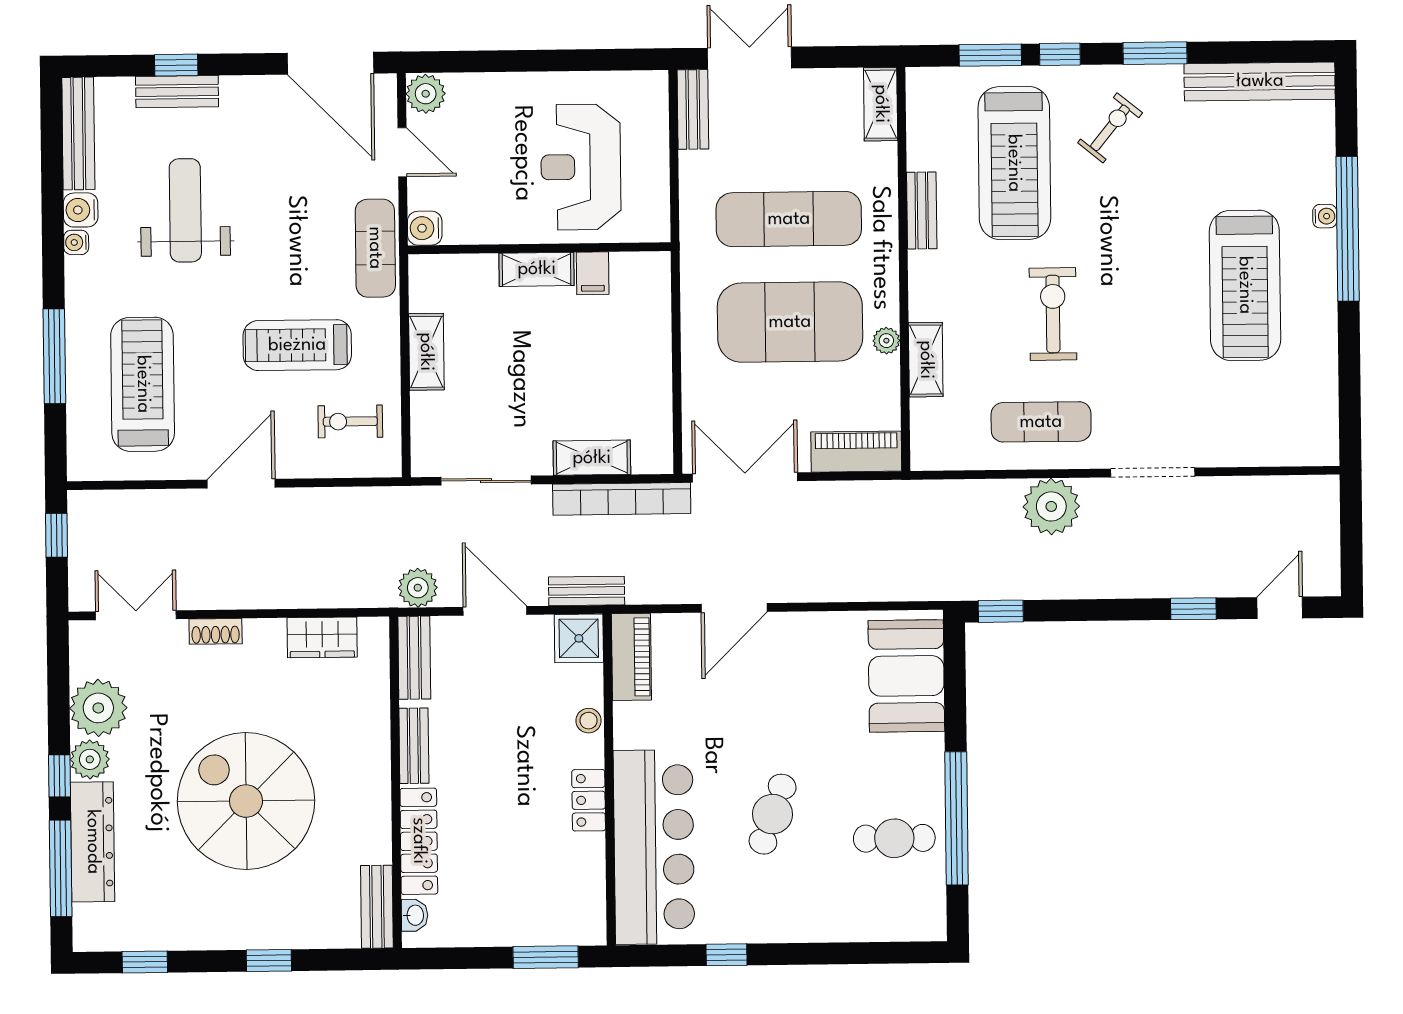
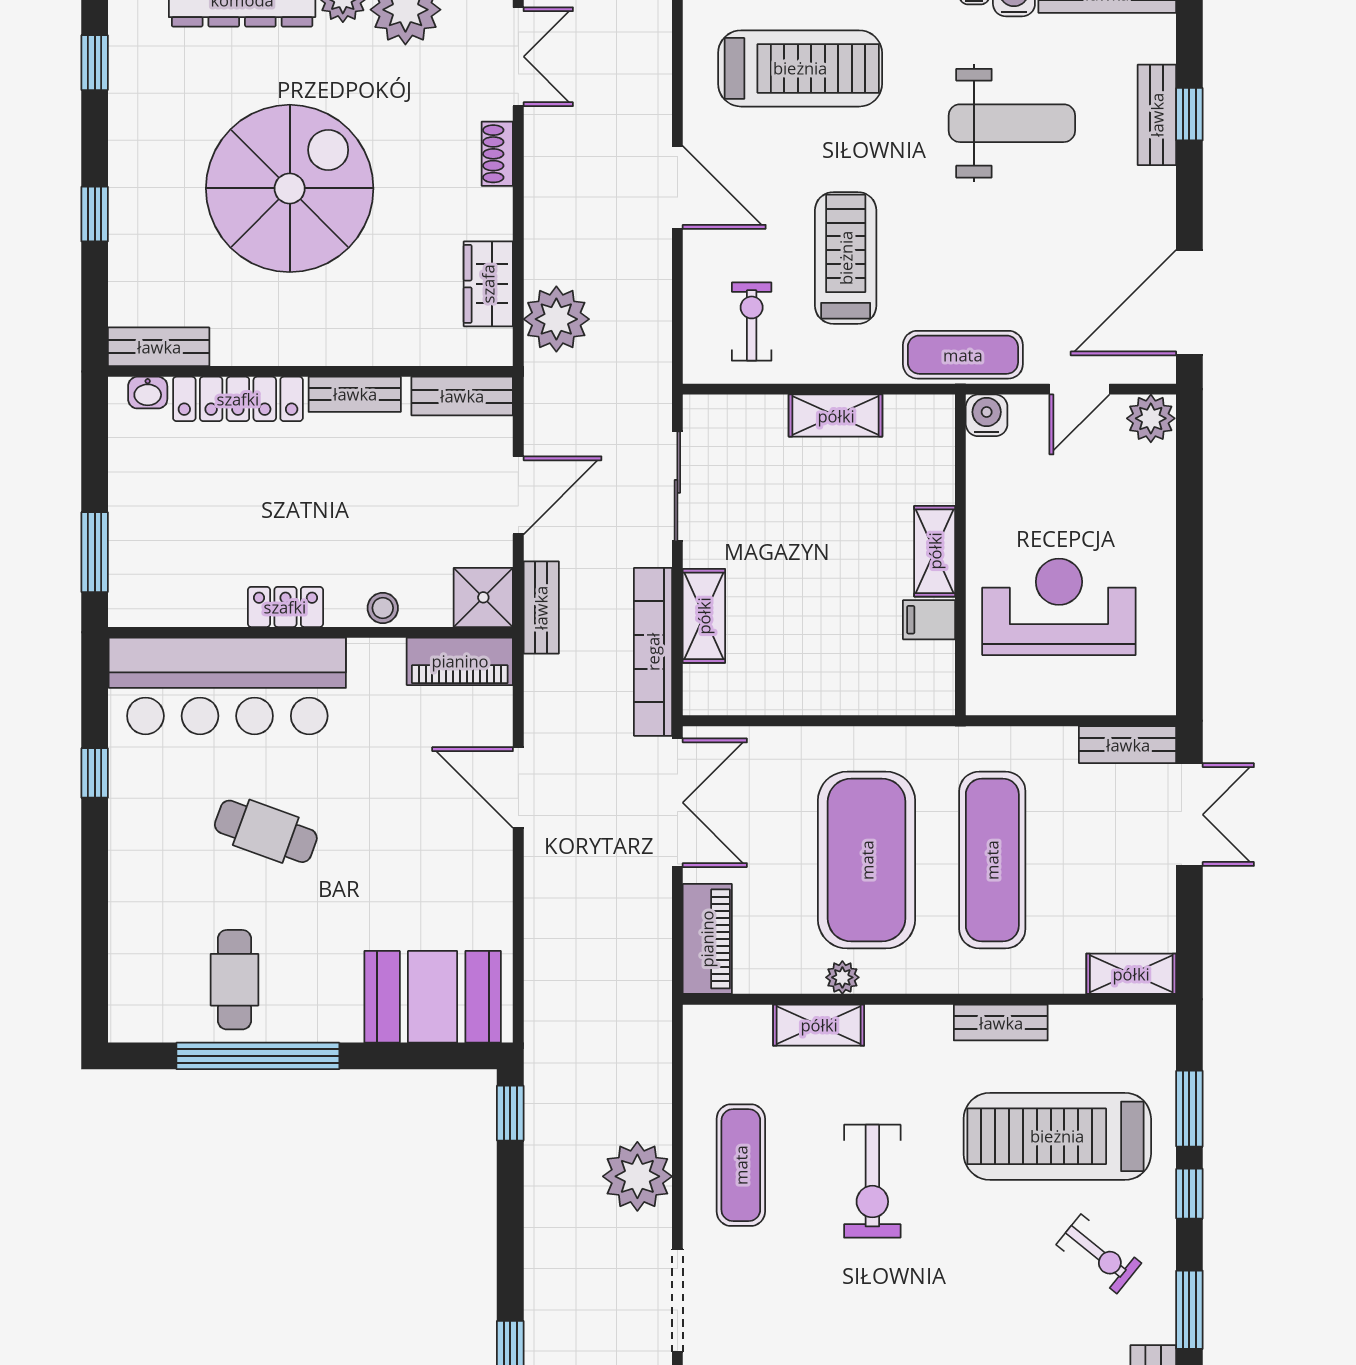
exercise bike: (1053, 314) -> (872, 1181), turned 90
plant: (418, 588) -> (556, 319), moved, width x1.36, depth x1.36

